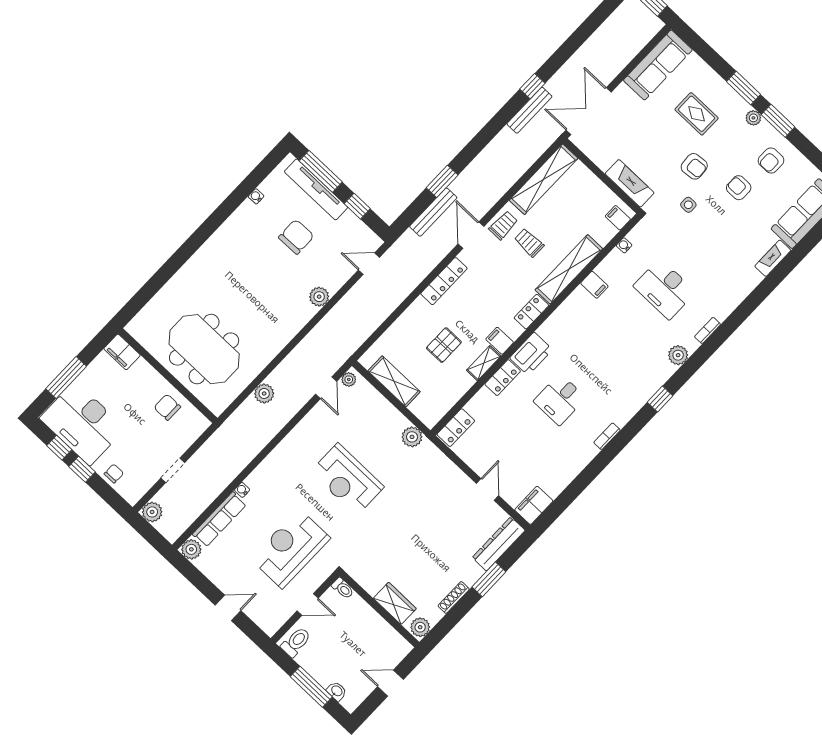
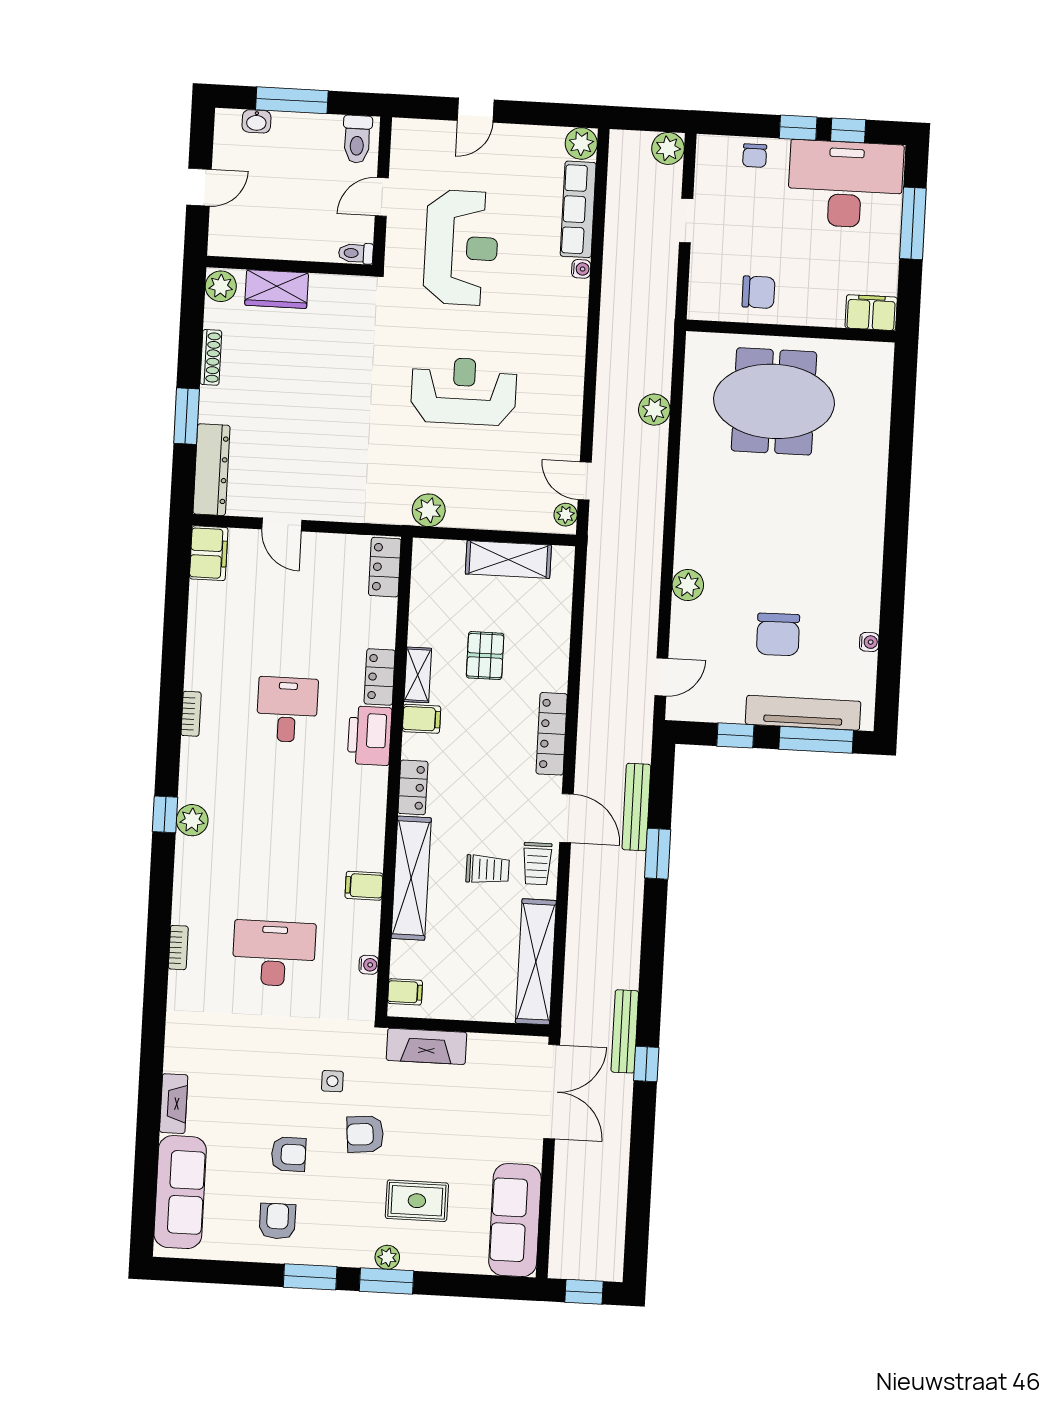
plant: (753, 118) -> (387, 1257), moved
plant: (678, 355) -> (192, 820), moved

